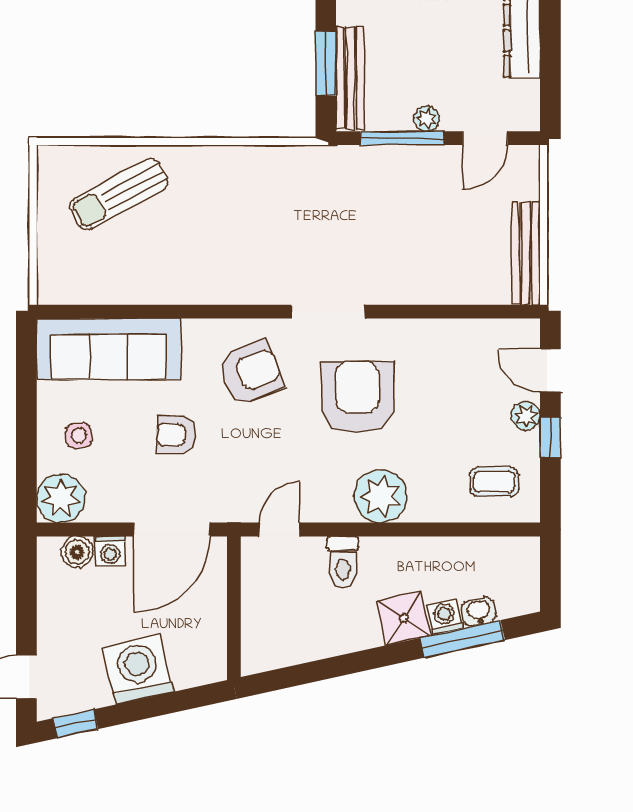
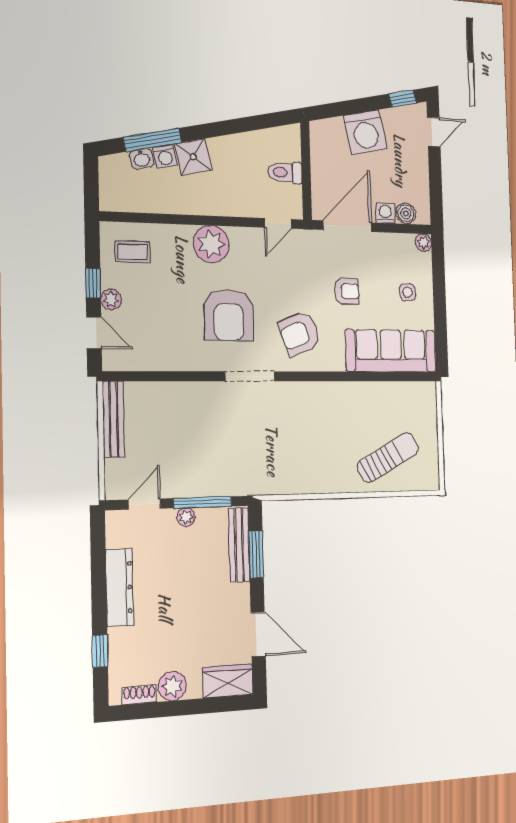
plant: (61, 498) -> (424, 243), width x0.53, depth x0.53
toilet: (343, 562) -> (285, 172), moved, turned -90

